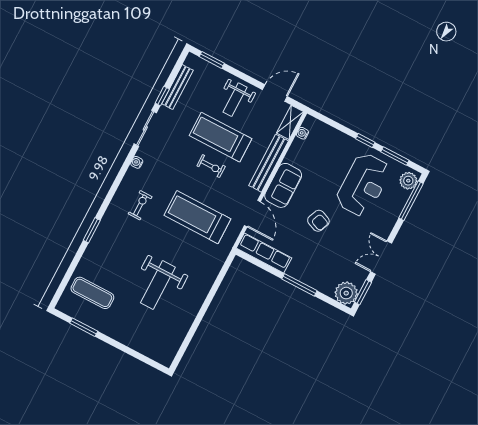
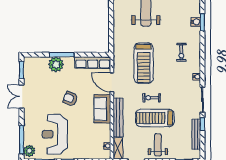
treadmill: (221, 137) -> (155, 118), turned 180
treadmill: (197, 217) -> (144, 63), turned 90
water cooler: (100, 235) -> (196, 22), added
double door: (381, 258) -> (21, 96), swing flipped
plant: (346, 293) -> (56, 64), moved

